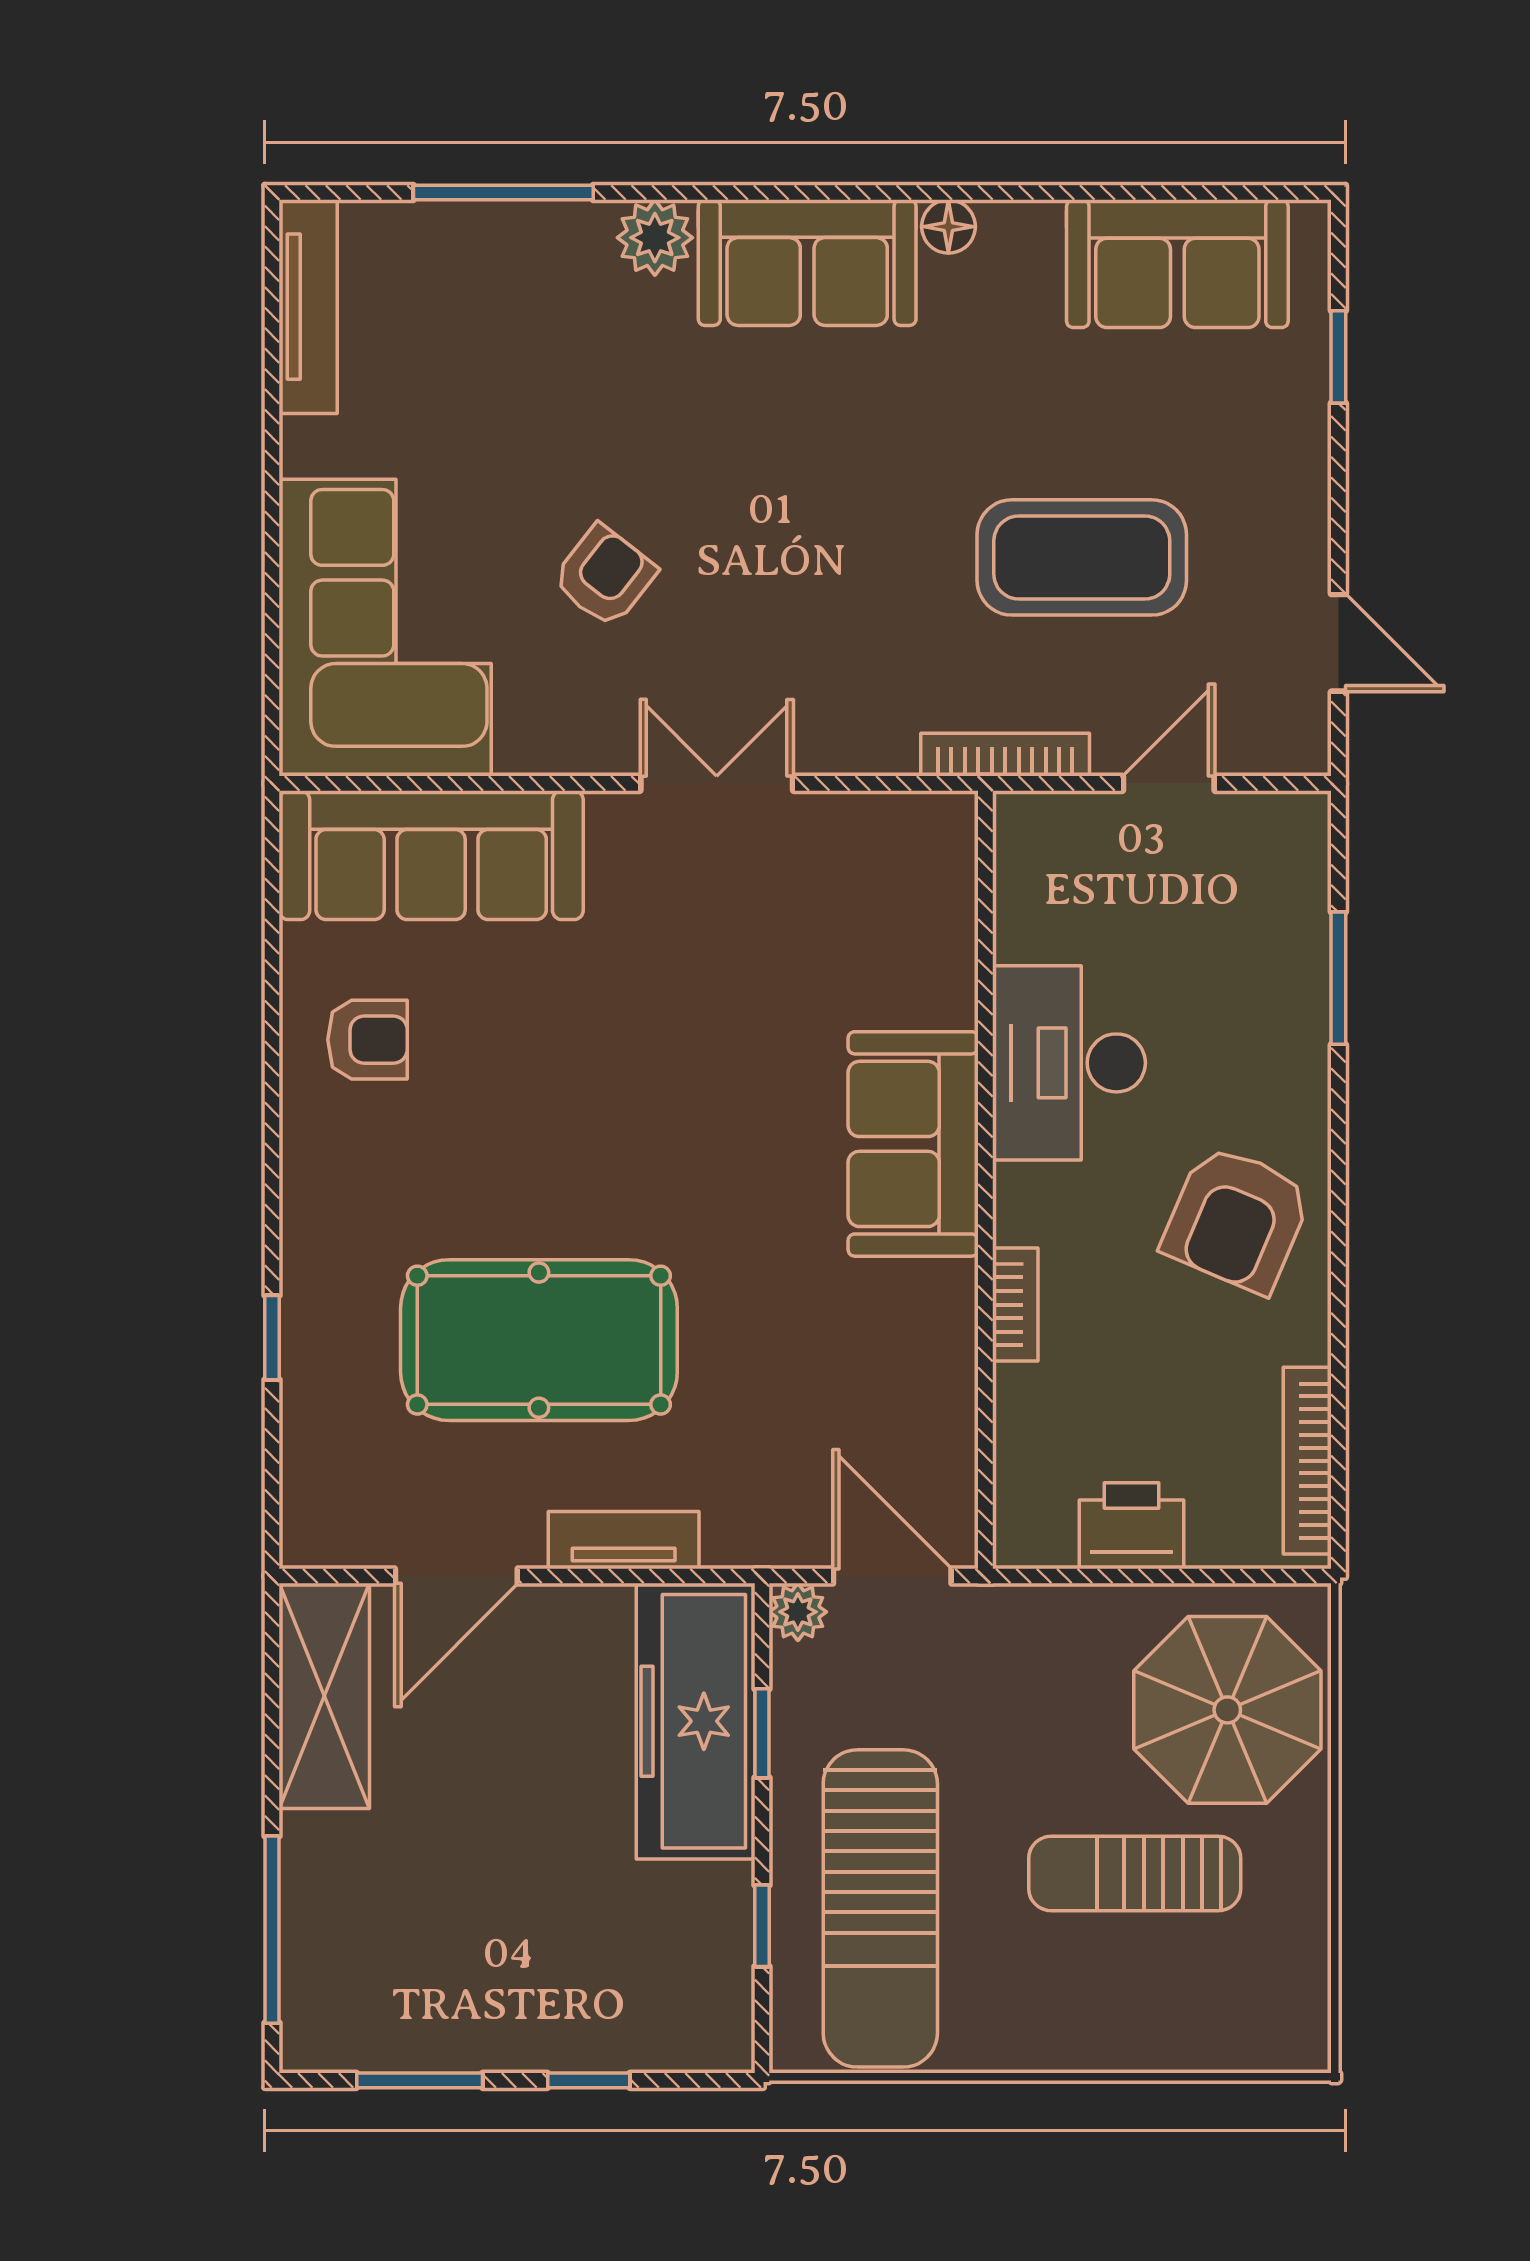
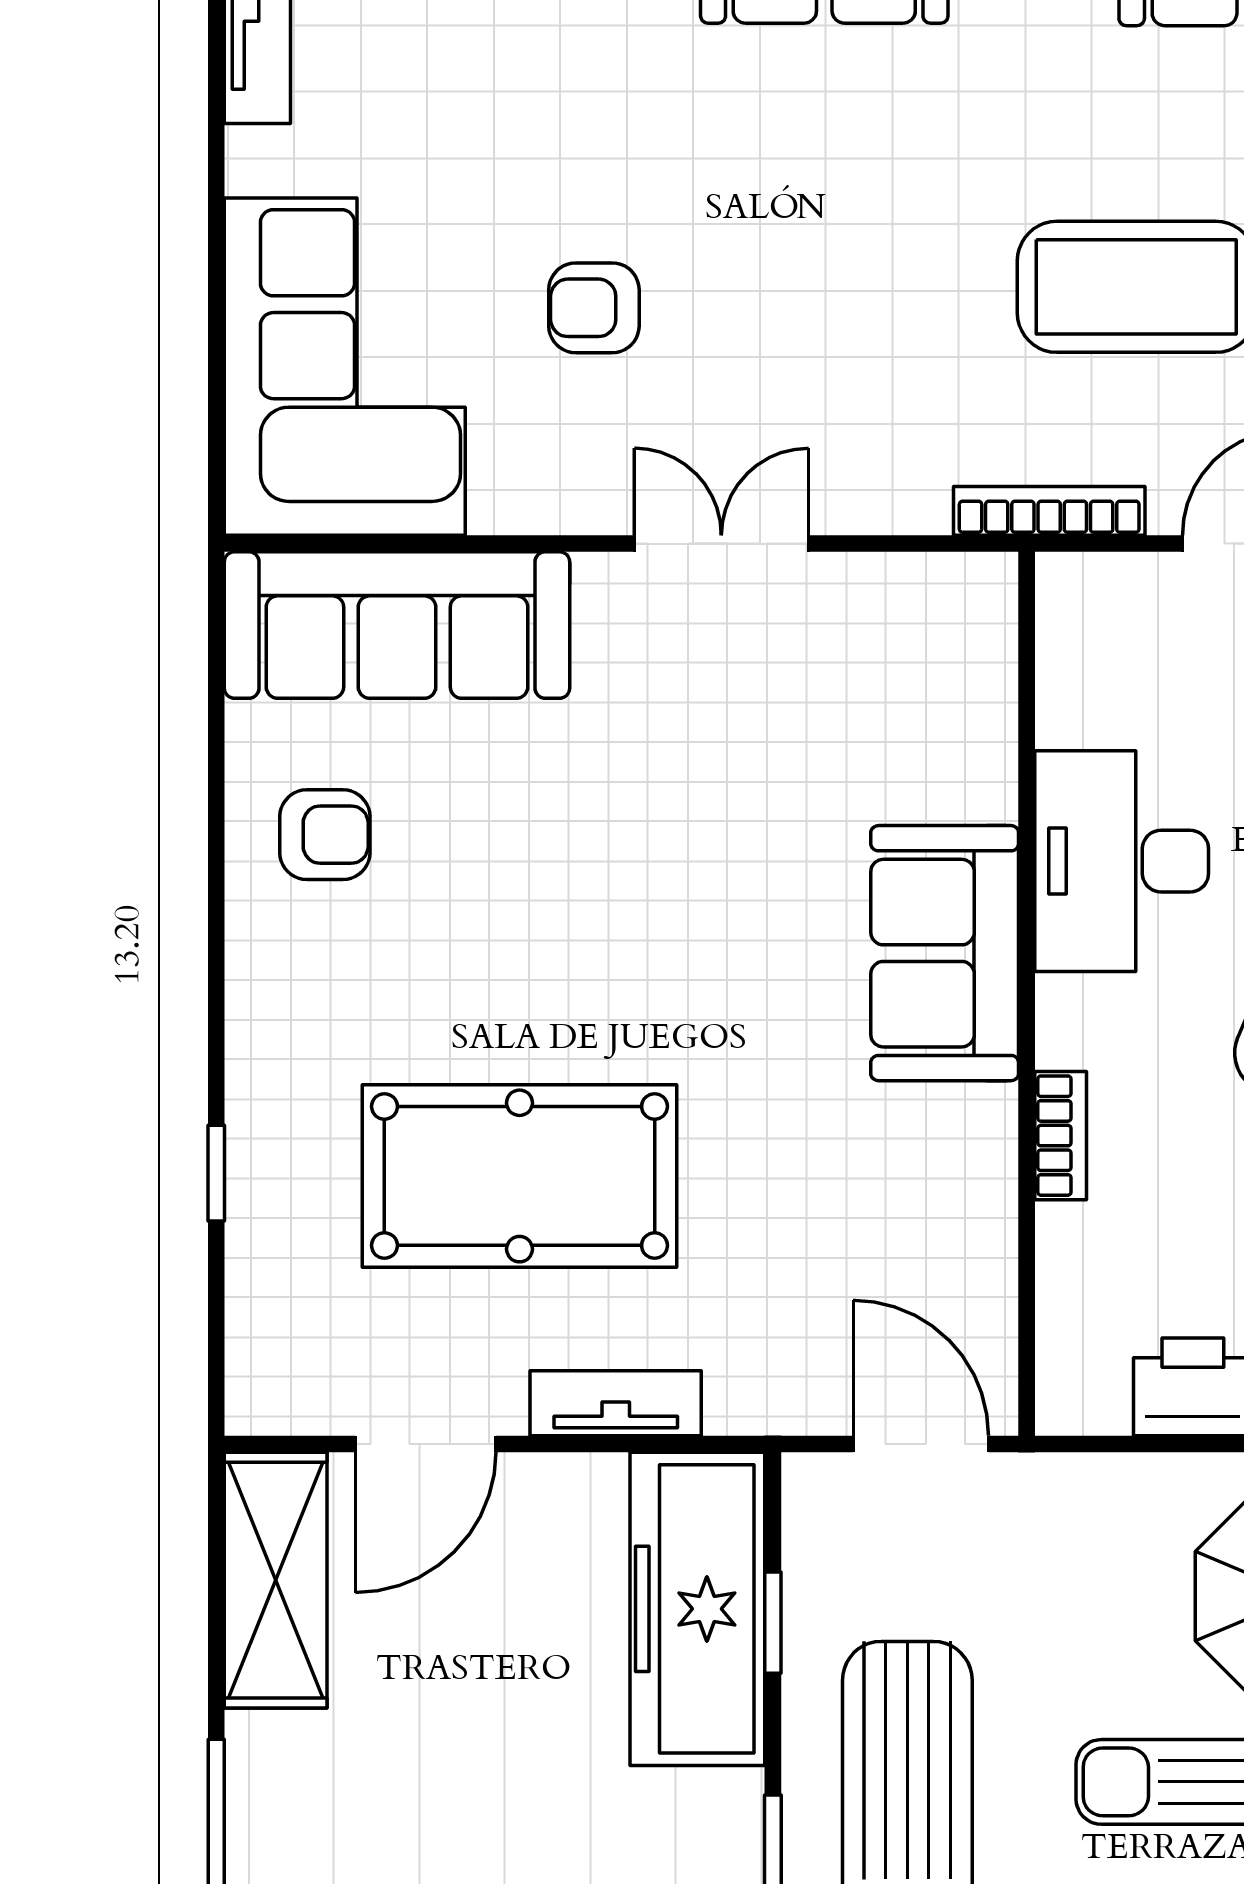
armchair: (604, 576) -> (594, 308), turned -128
plant: (798, 1612) -> (814, 1485), removed

